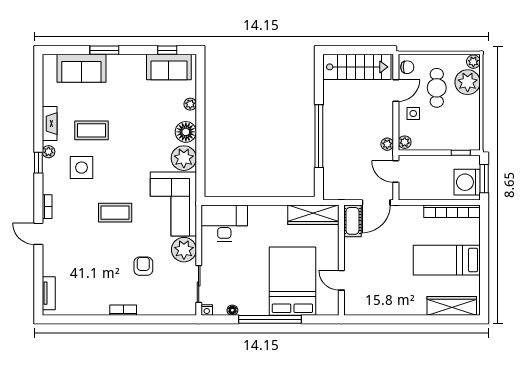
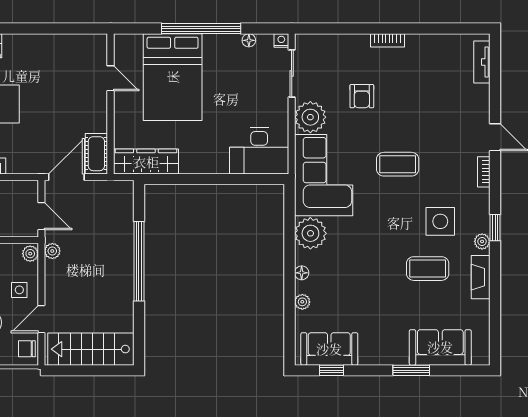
floor lamp: (186, 132) -> (302, 273), width x0.53, depth x0.53

